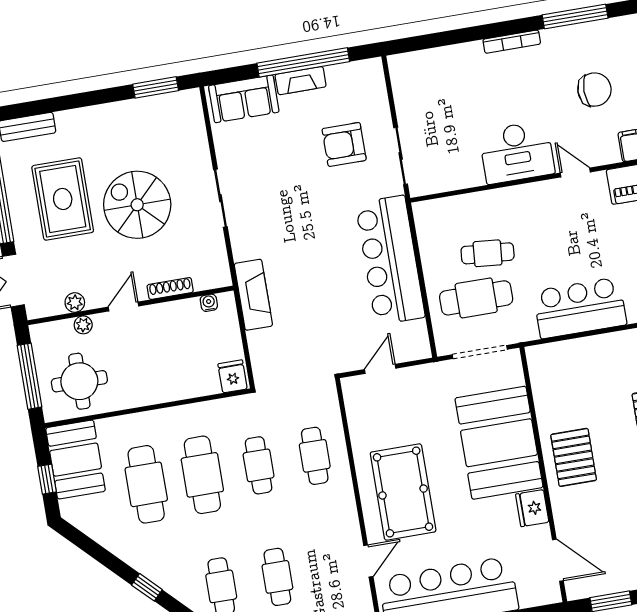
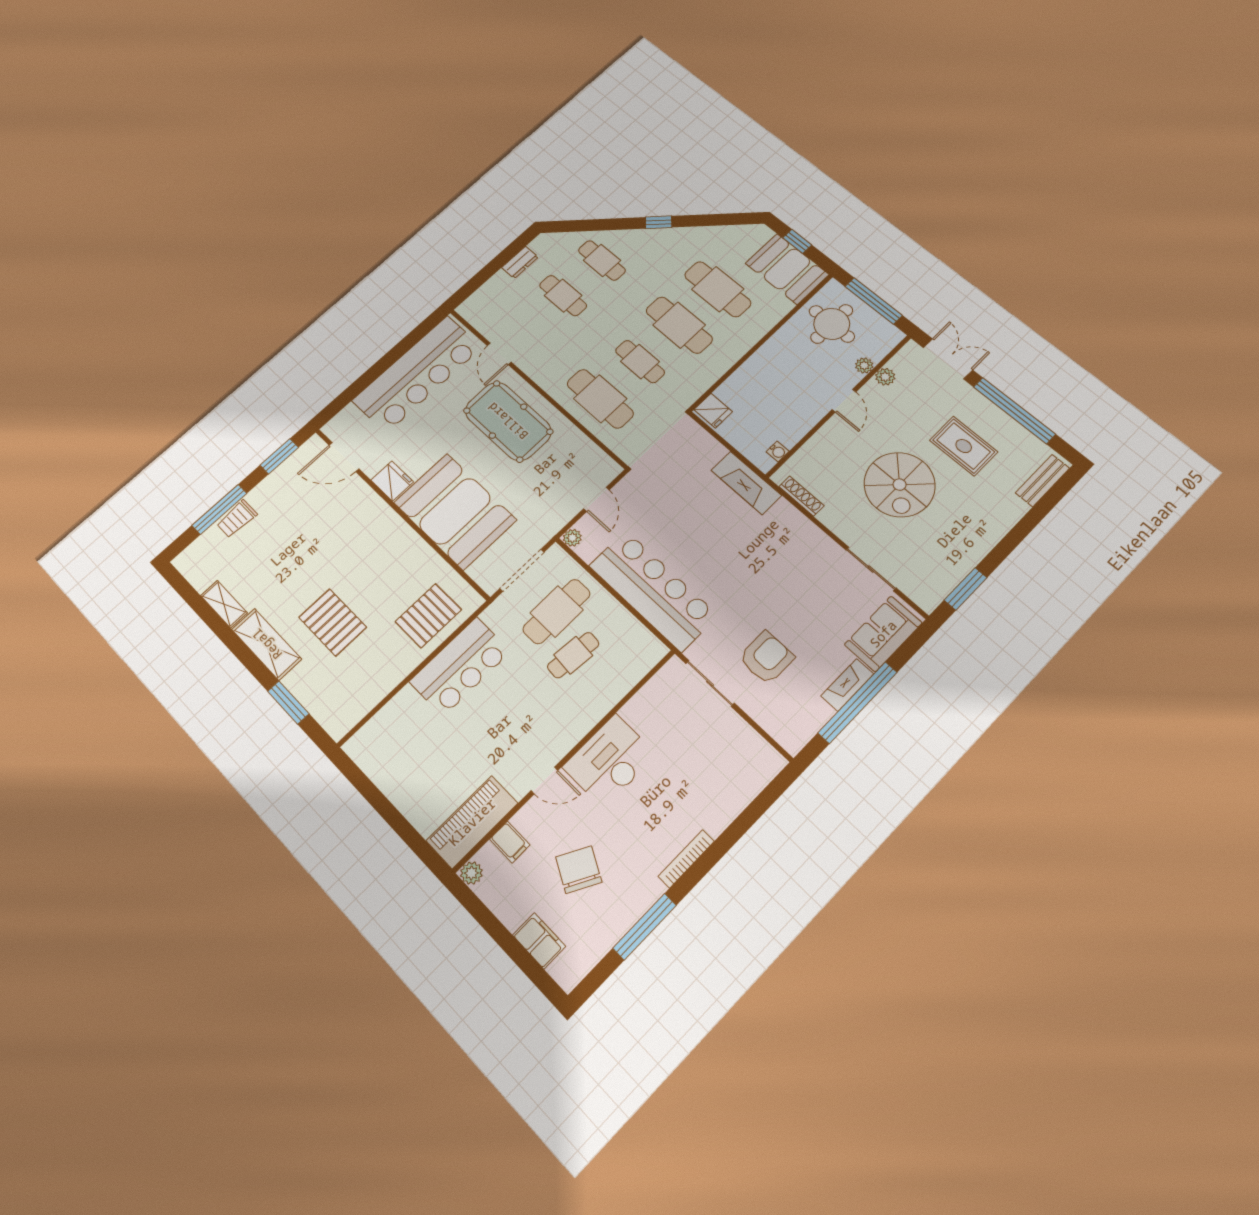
chair: (594, 90) -> (579, 870), turned 118
sliding door: (220, 198) -> (871, 569), moved
rug: (63, 199) -> (964, 446), width x0.73, depth x0.70
spiral stairs: (137, 205) -> (900, 485), turned 90
shoe rack: (170, 289) -> (801, 496), moved, turned -90
plant: (422, 350) -> (572, 538), added
cafe table: (315, 456) -> (600, 399), width x1.37, depth x1.35
pallet: (574, 457) -> (428, 616), moved, turned 90

